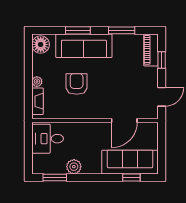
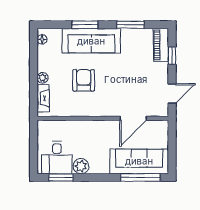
floor lamp: (41, 44) -> (42, 39), width x0.53, depth x0.53
desk: (48, 139) -> (57, 158), moved, turned -90
window: (131, 178) -> (141, 177), width x2.17

